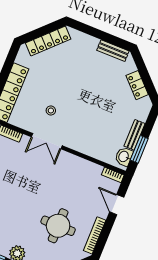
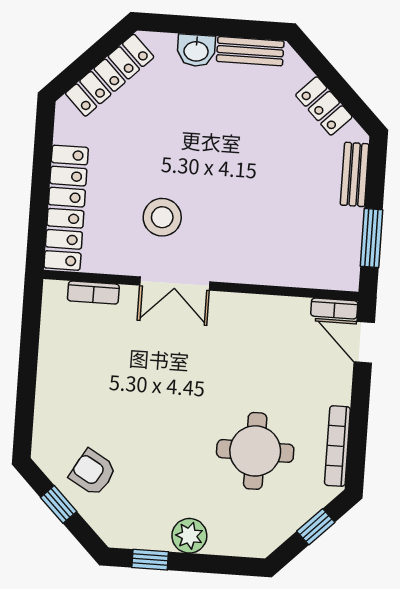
stool: (51, 111) -> (162, 217), width x1.89, depth x1.89
bench: (135, 135) -> (355, 174), moved
washbasin: (124, 157) -> (196, 50), moved, turned -90
door: (117, 205) -> (364, 342), moved

